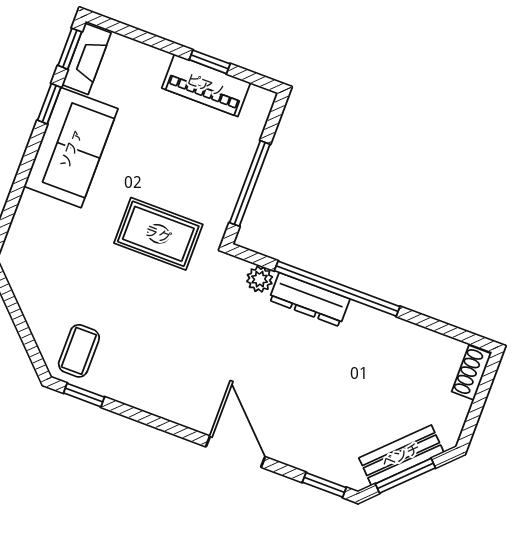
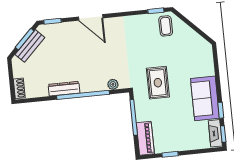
piano: (206, 85) -> (145, 138), moved, turned 90
rug: (158, 234) -> (158, 83), turned 90
dresser: (309, 300) -> (64, 89), moved

